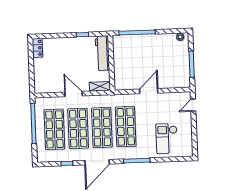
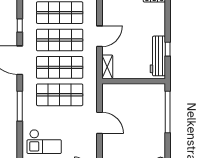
workbench: (102, 53) -> (158, 56), moved, turned -90
checkout: (167, 138) -> (44, 142), turned 180

